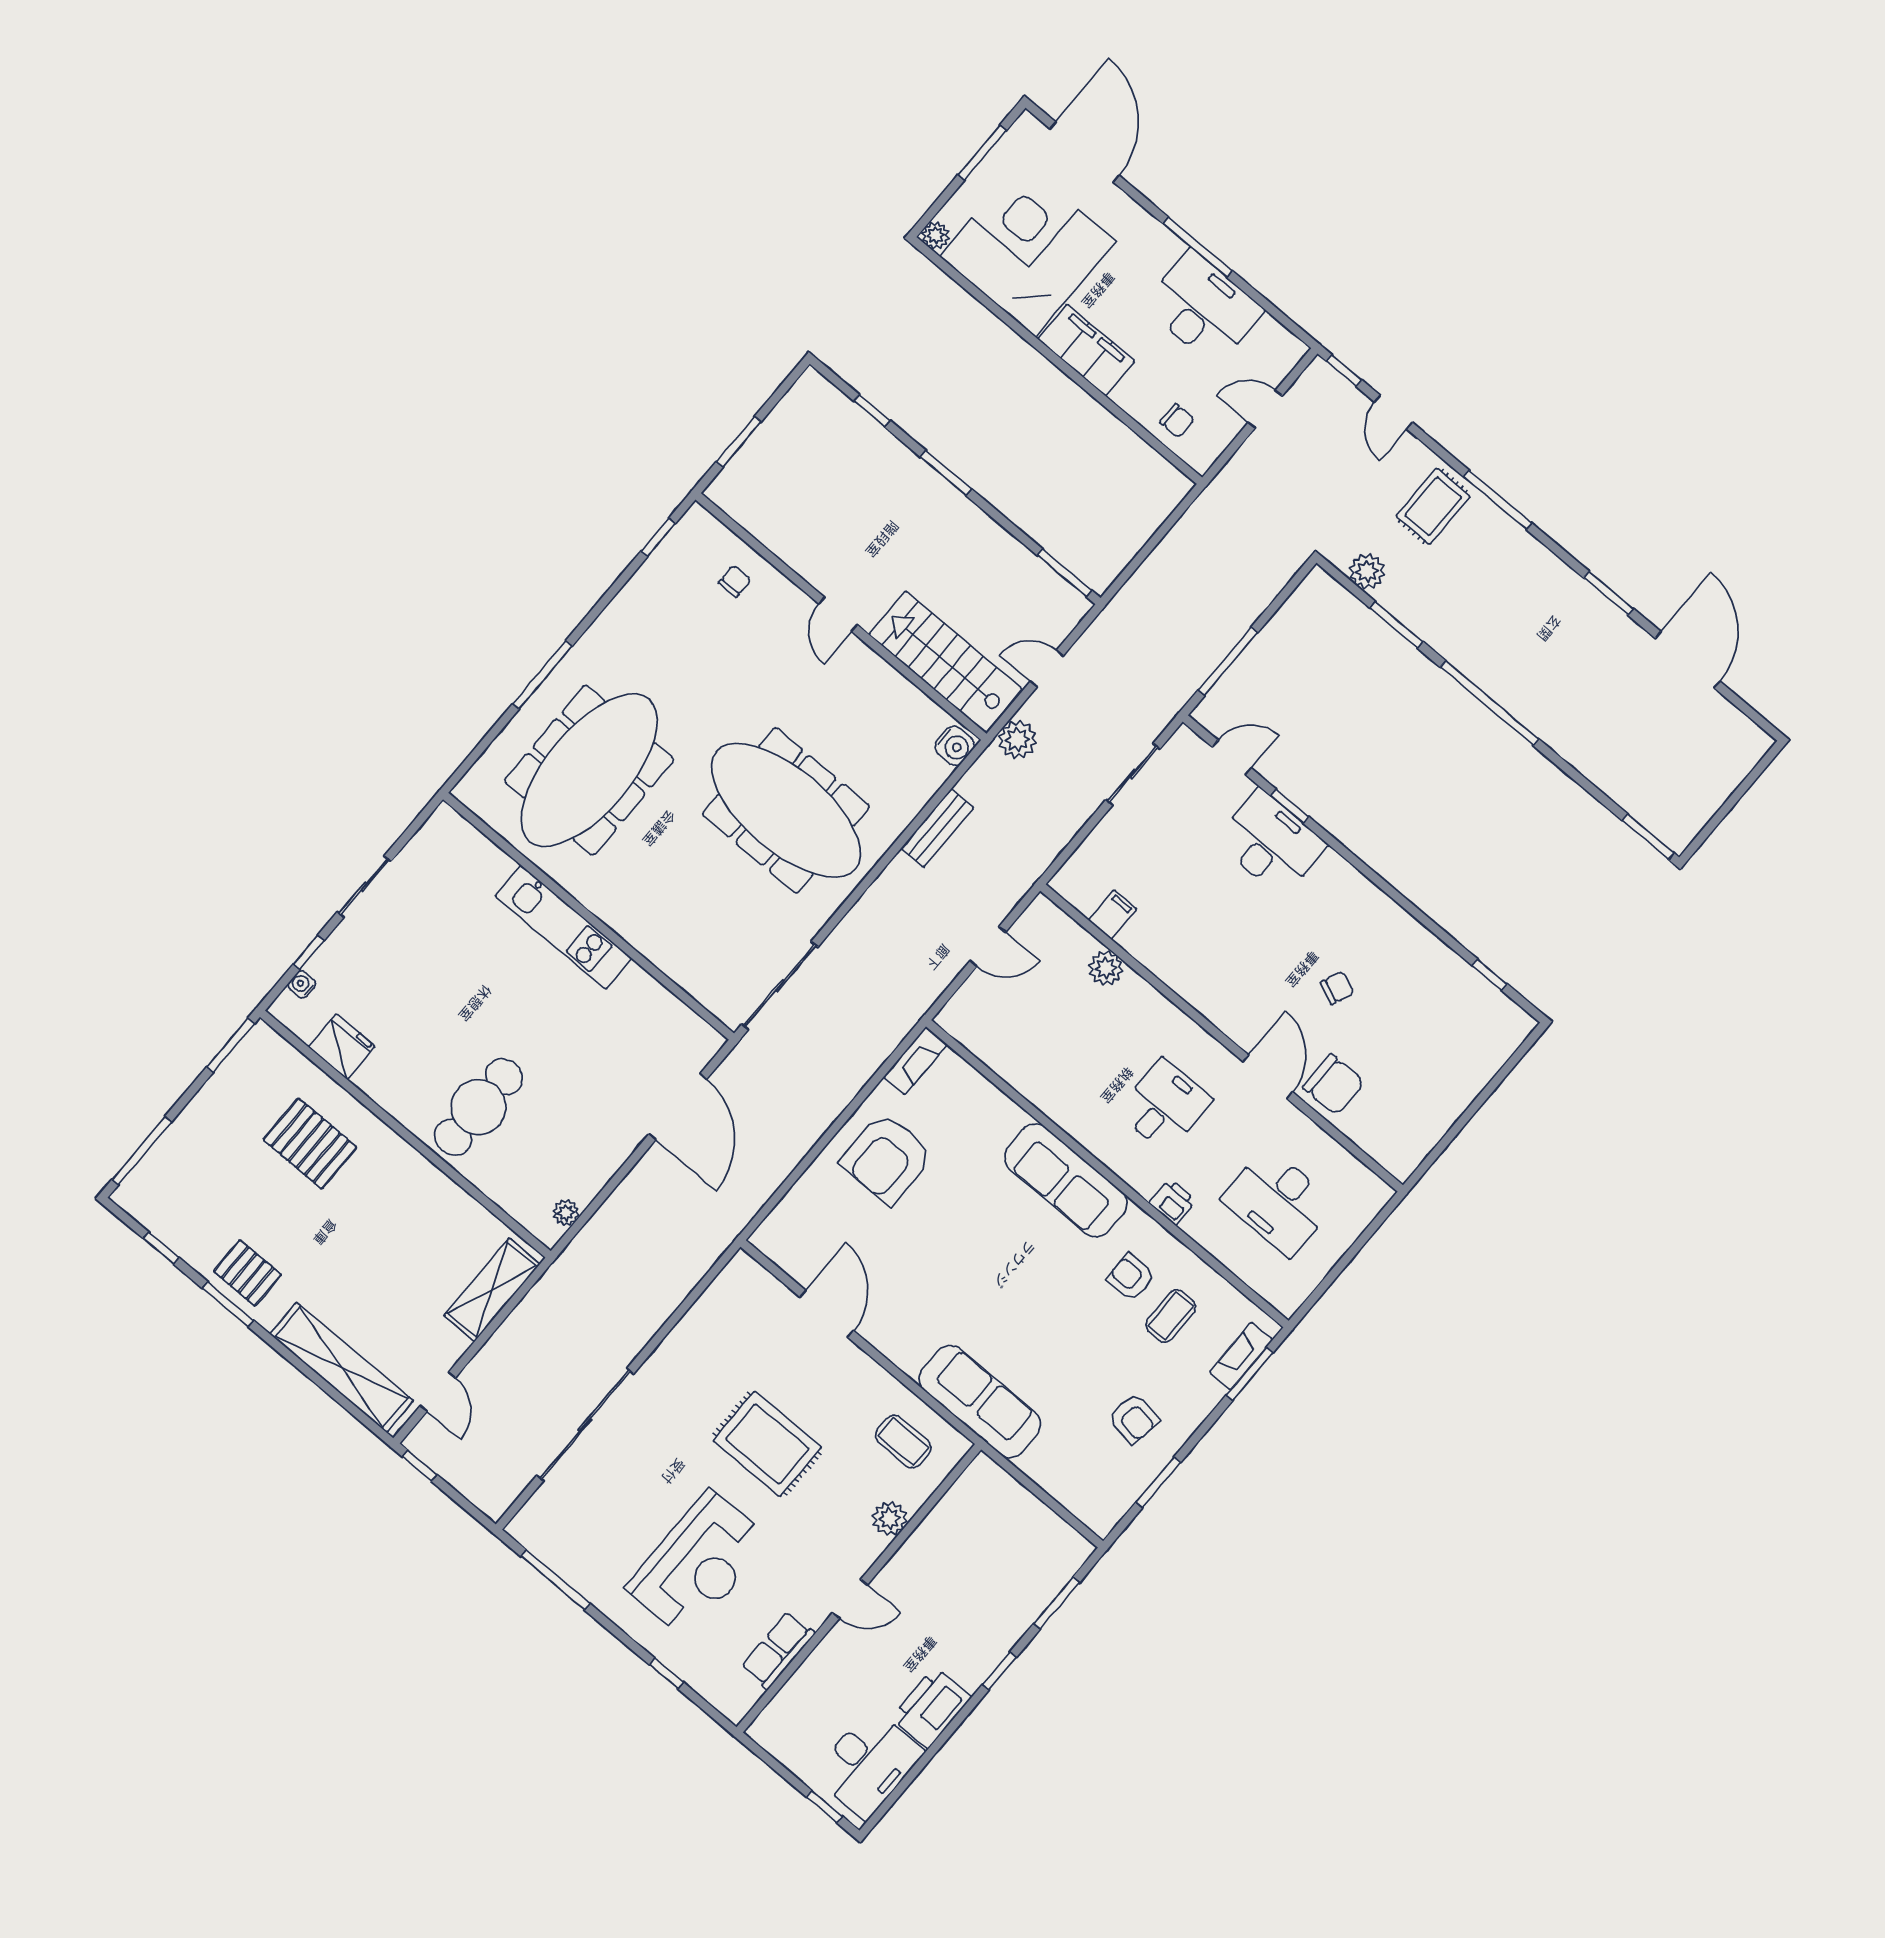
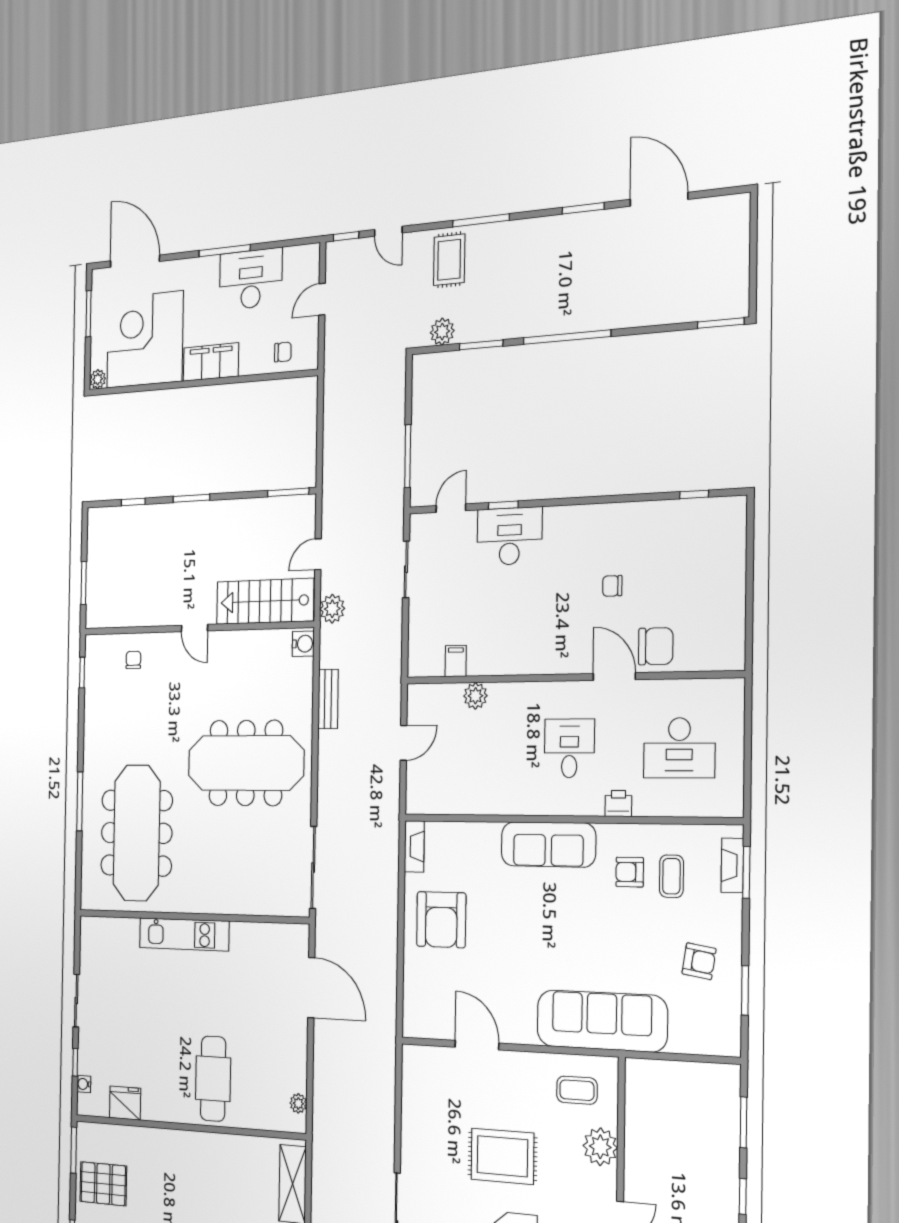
chair: (1337, 988) -> (612, 586), turned -113
pallet: (310, 1143) -> (103, 1184), moved
sofa: (980, 1401) -> (602, 1021), width x1.36, depth x1.27
plant: (890, 1519) -> (600, 1147), width x1.36, depth x1.36

